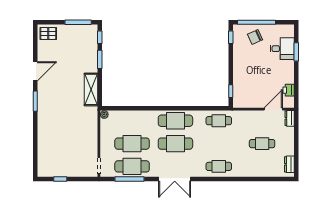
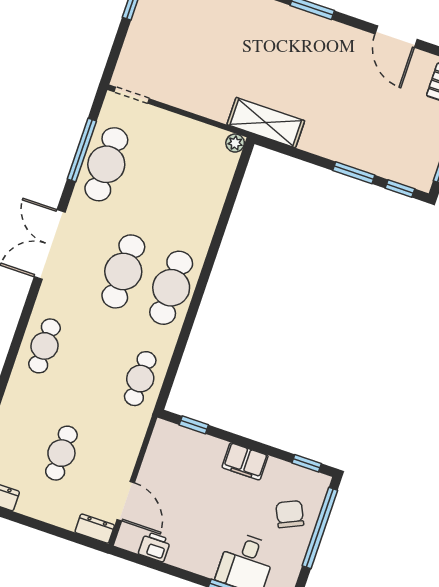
filing cabinet: (239, 64) -> (245, 461), added
door: (35, 71) -> (396, 37), moved
shelving: (91, 89) -> (266, 123), moved
cafe table: (132, 144) -> (154, 181), removed

